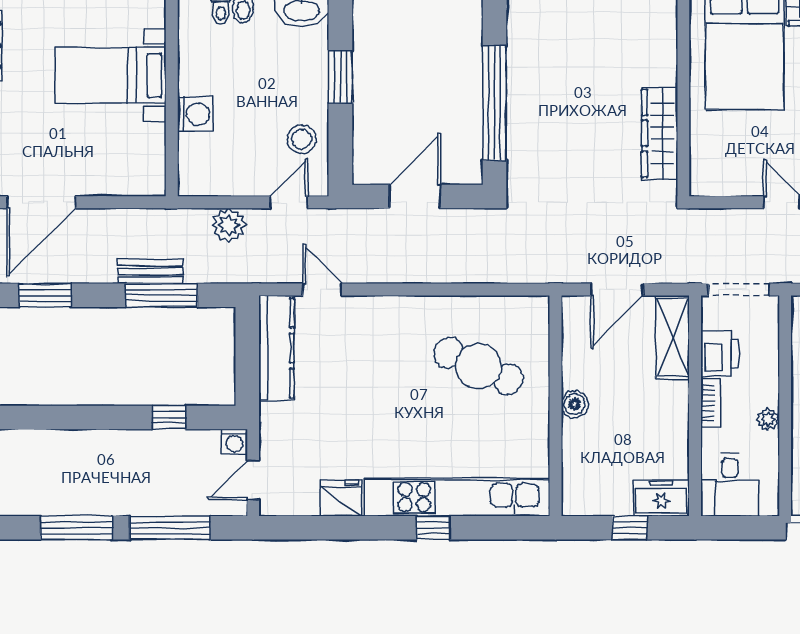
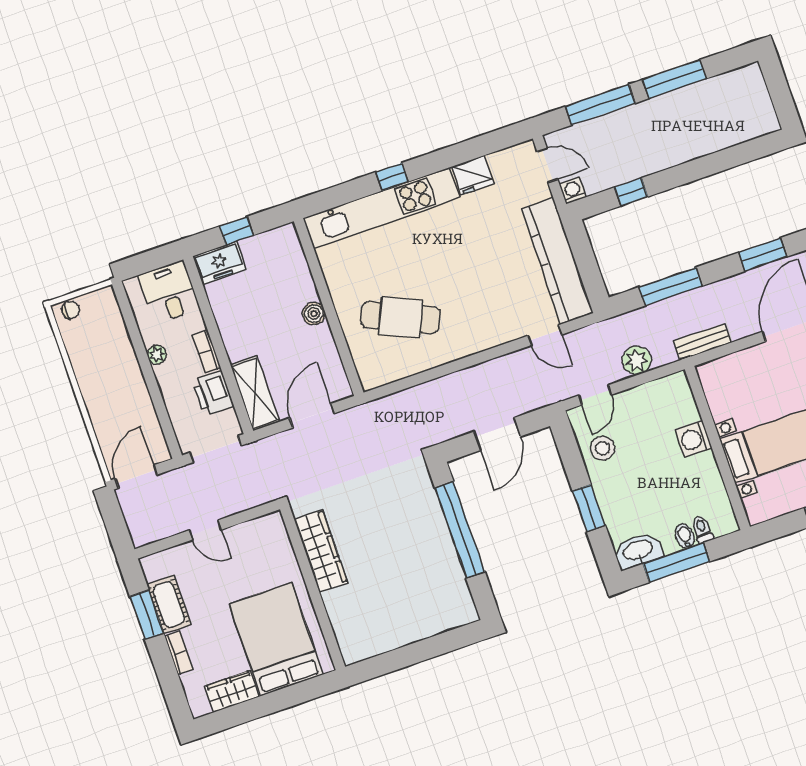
bench: (150, 271) -> (703, 342), moved
kitchen counter: (277, 348) -> (557, 261), width x1.39, depth x1.17
door: (253, 480) -> (547, 165), hinge flipped

